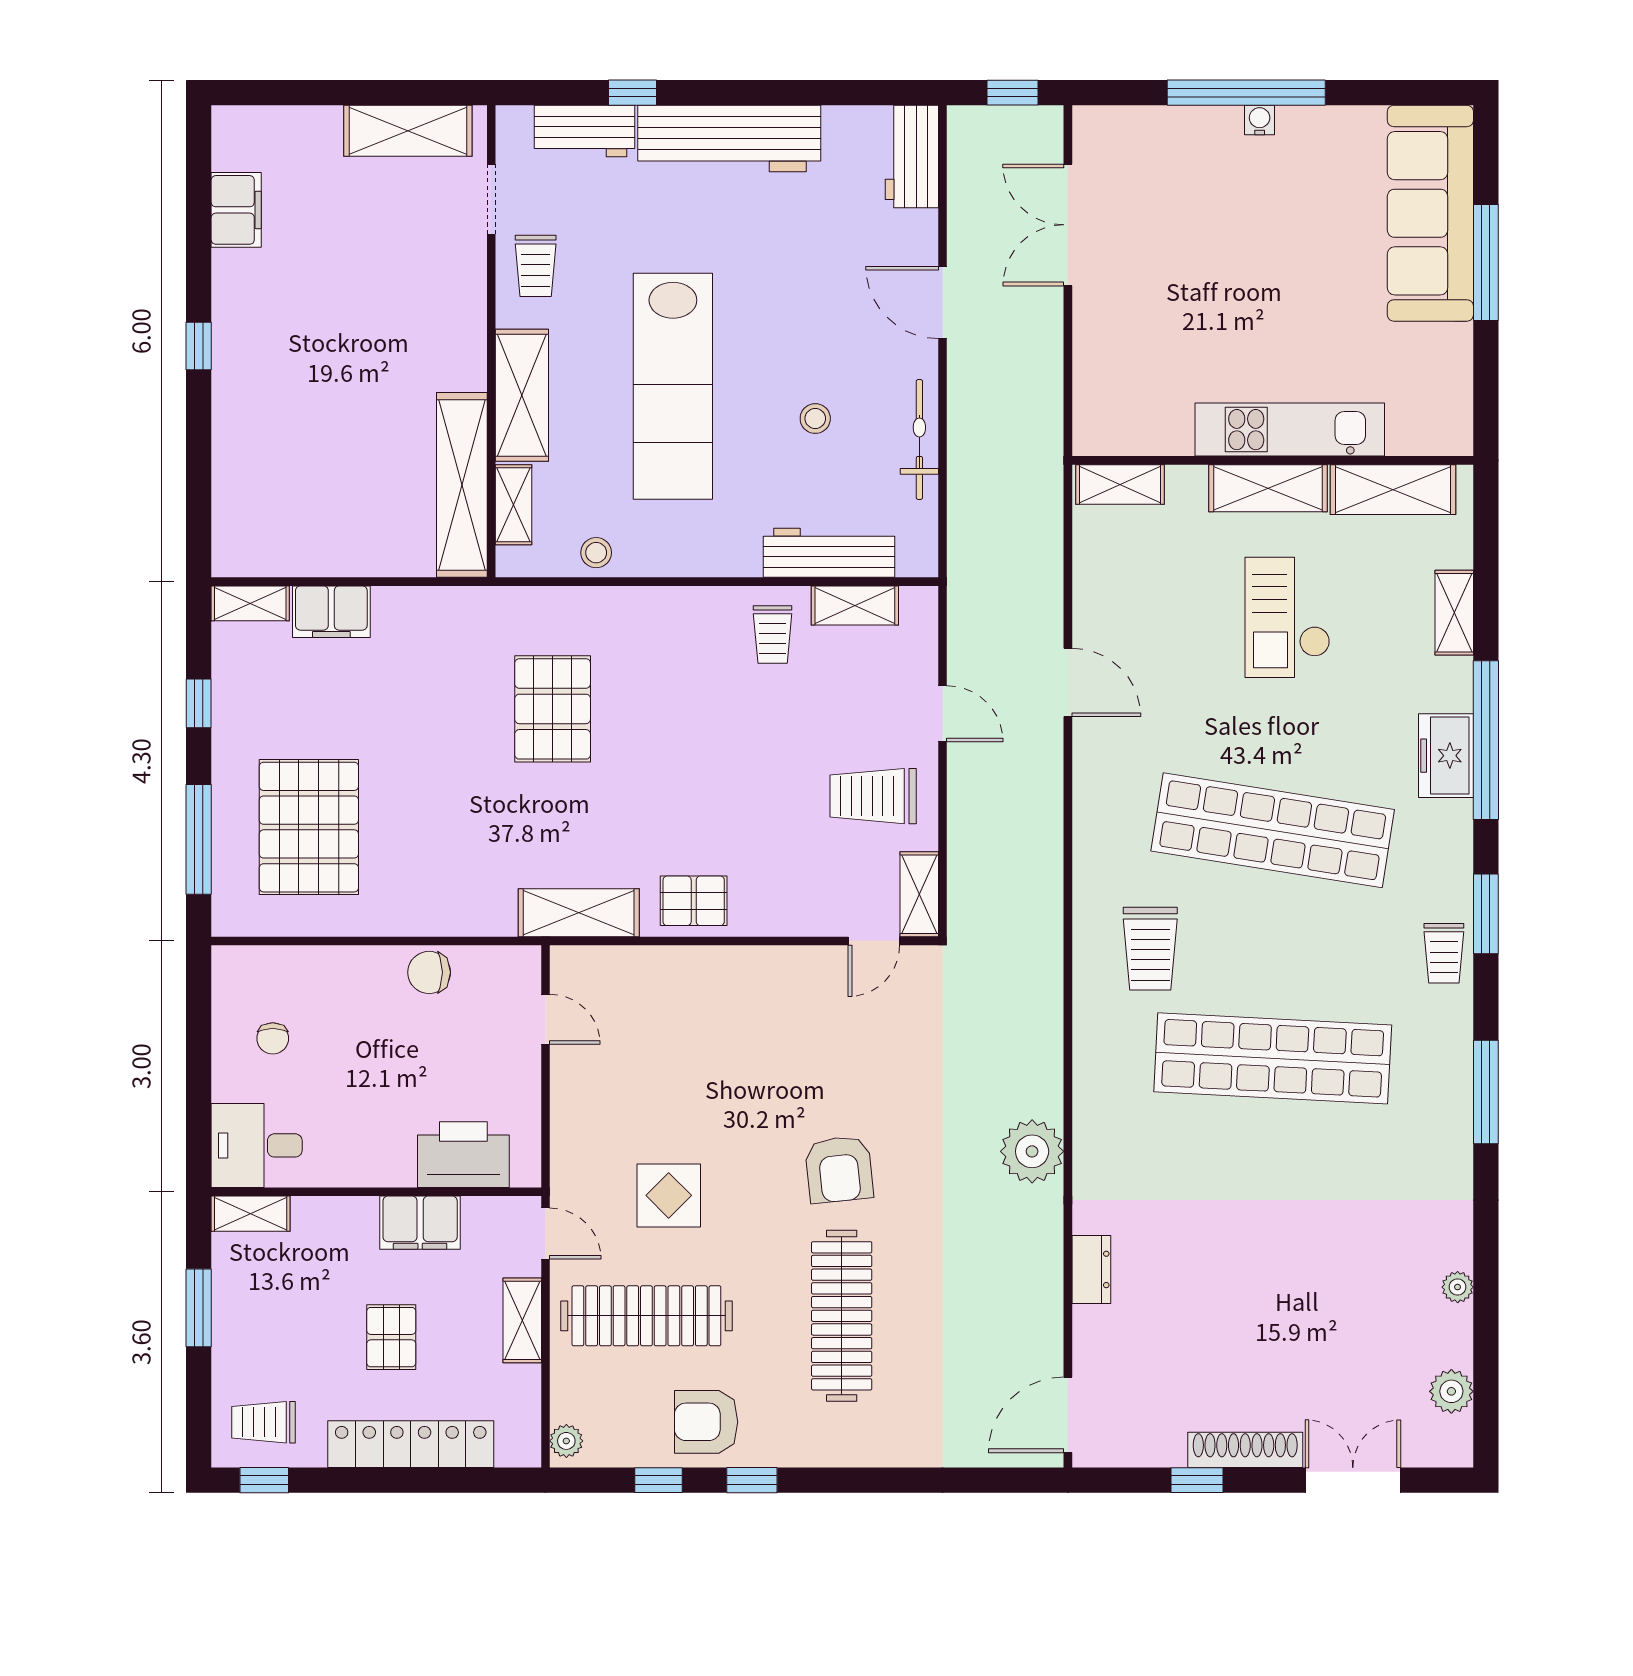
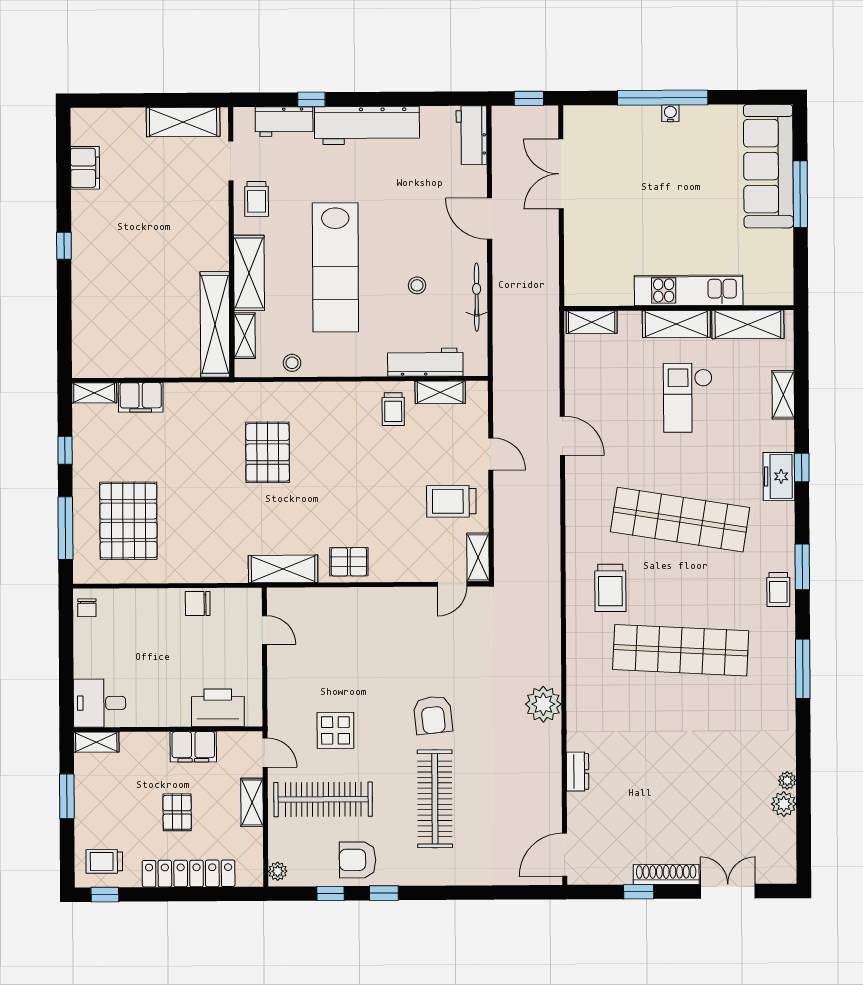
window: (1486, 740) -> (802, 468), width x0.32
chair: (273, 1038) -> (87, 608), moved
plant: (1451, 1391) -> (784, 804), moved

